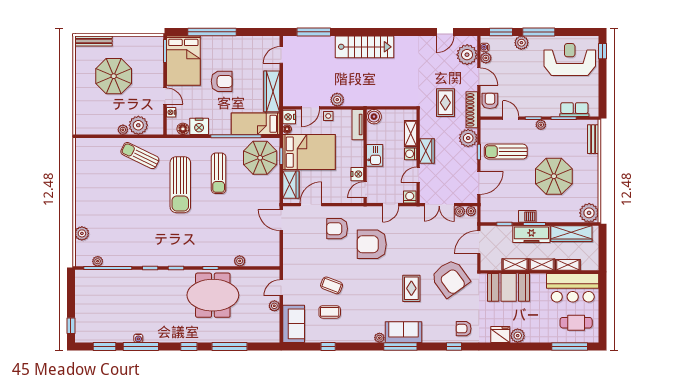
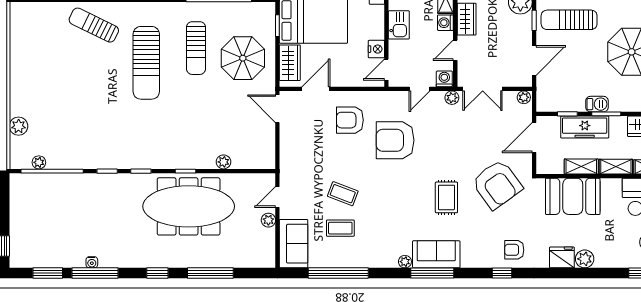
parasol: (260, 158) -> (243, 58), moved
plant: (460, 211) -> (452, 98), moved
freezer: (531, 234) -> (585, 127), moved
meeting table: (213, 295) -> (189, 206), width x1.36
window: (328, 346) -> (338, 273), width x3.17

